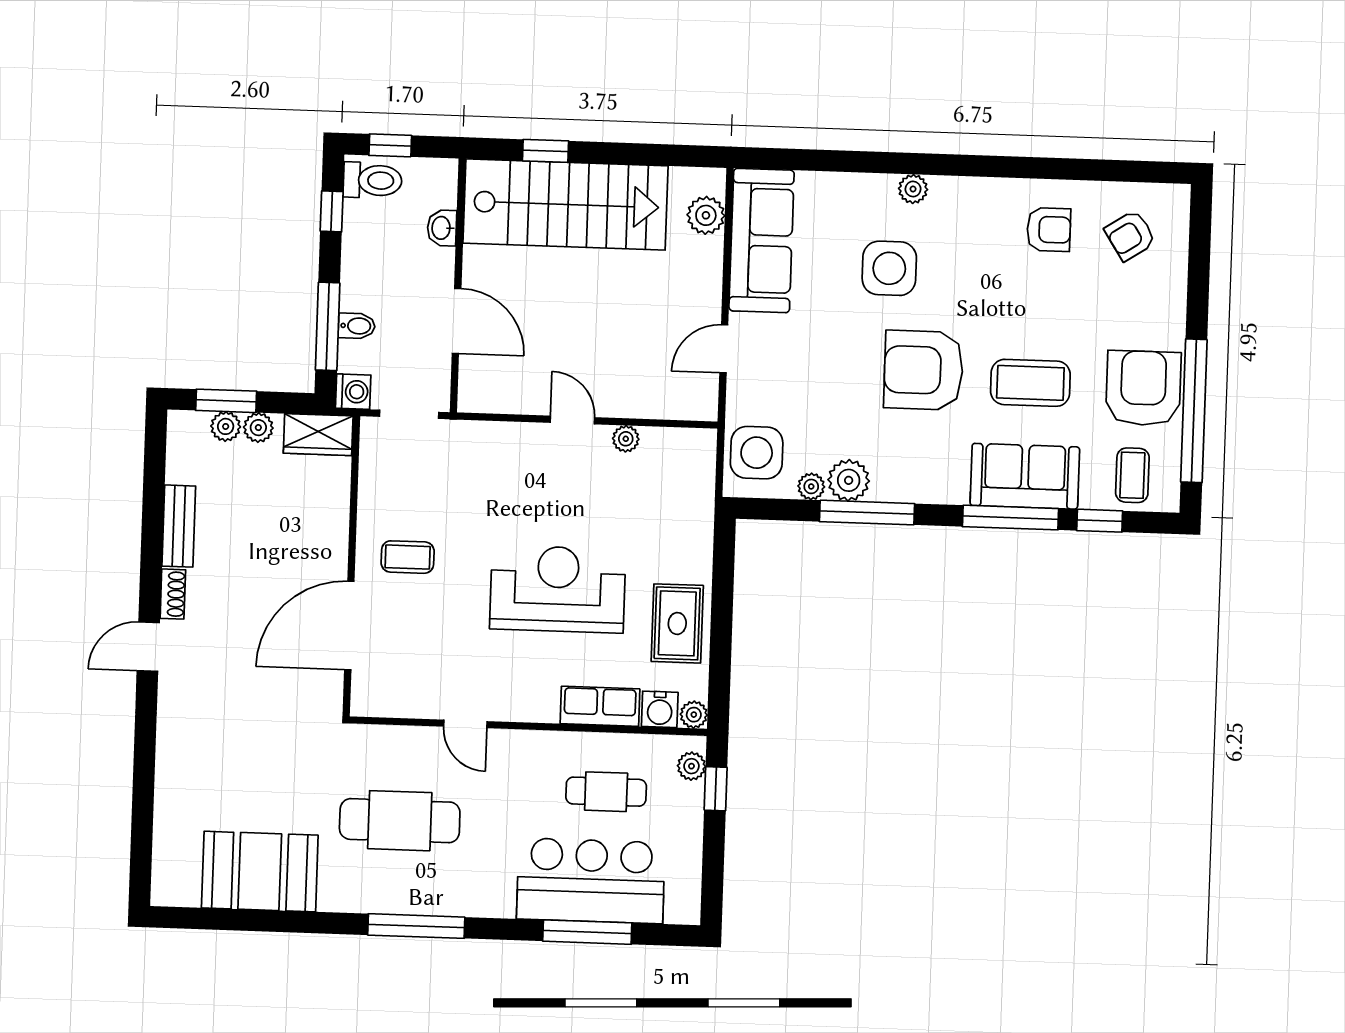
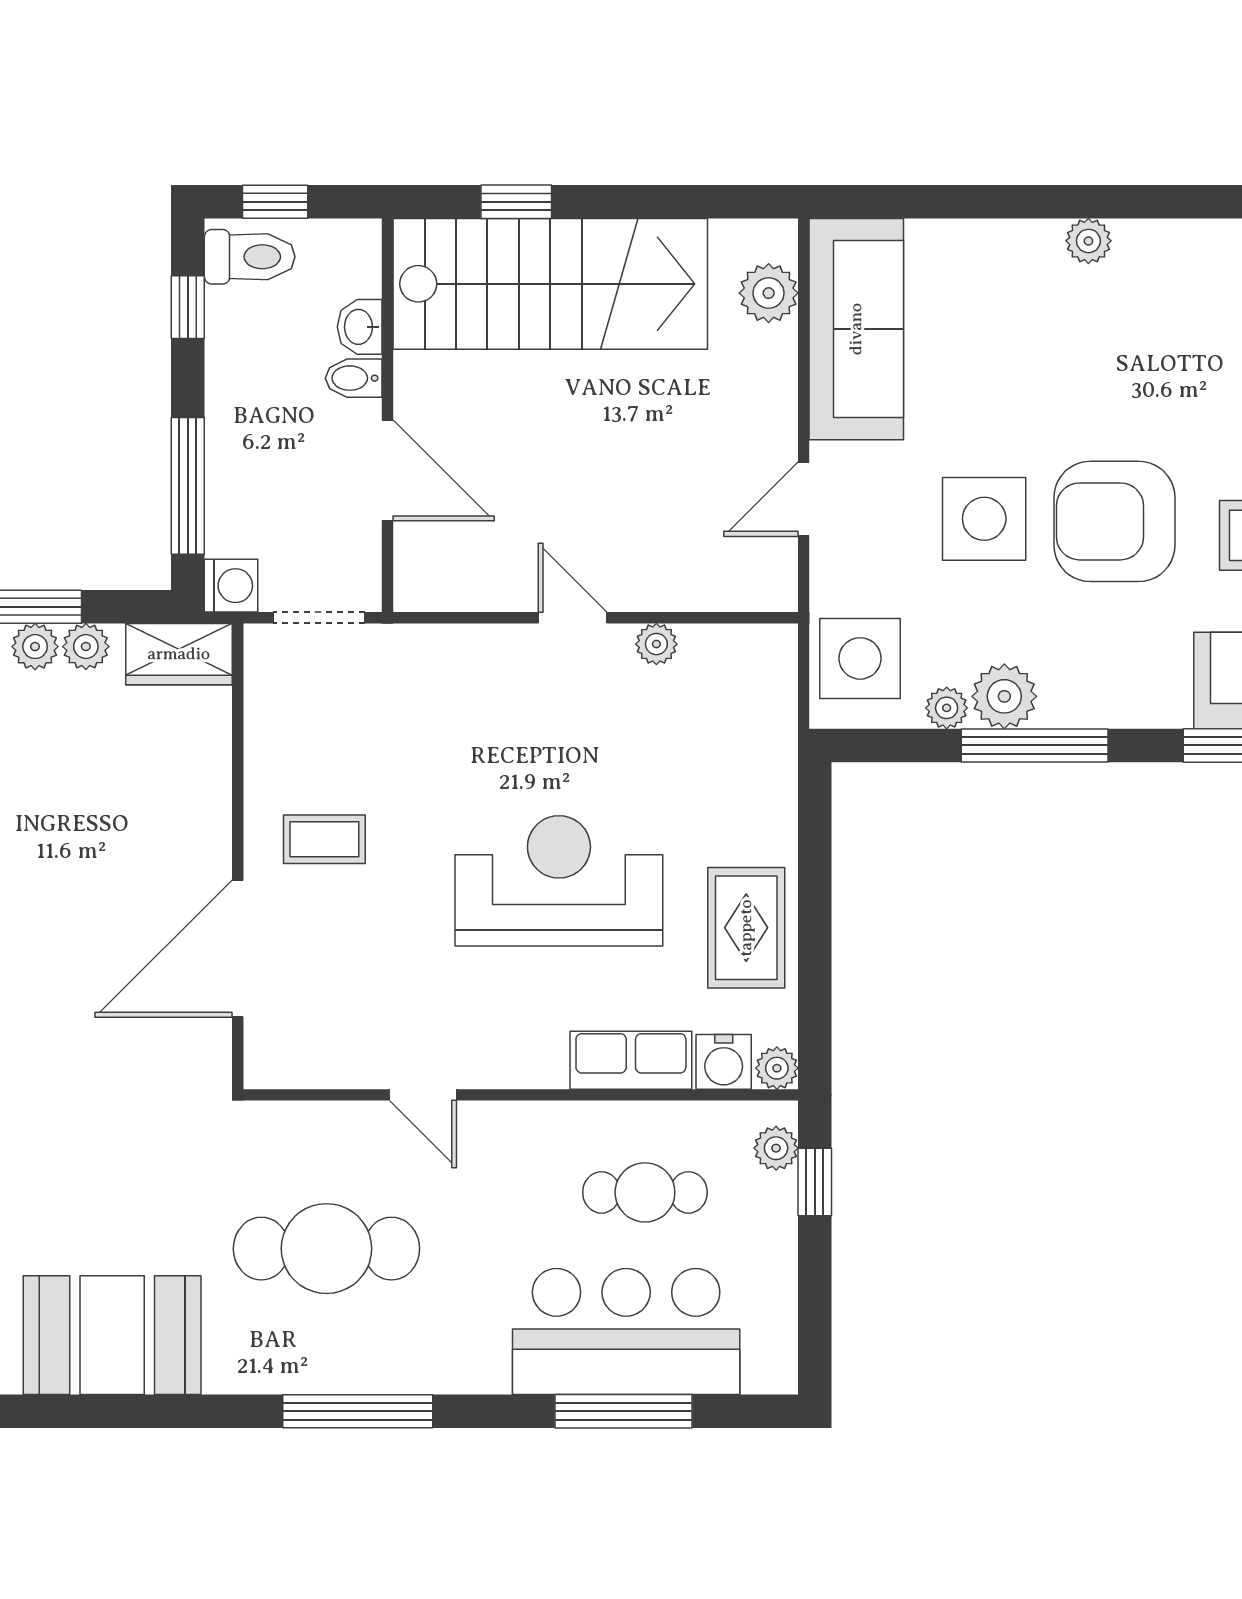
side table: (889, 268) -> (984, 519), moved
bidet: (357, 326) -> (354, 378), moved, turned 180

